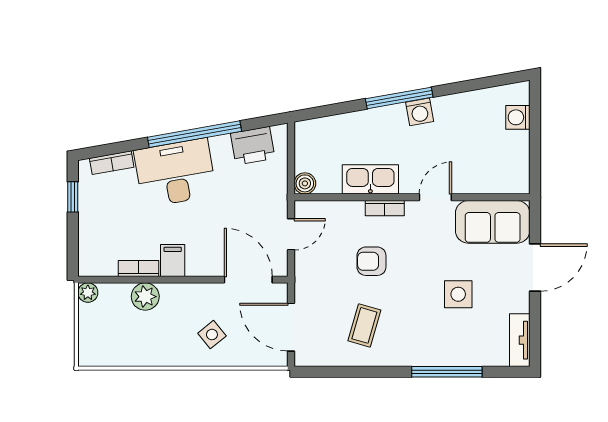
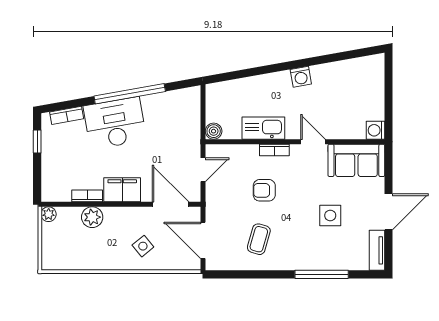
window: (399, 98) -> (285, 66), removed
washing machine: (518, 117) -> (376, 130), moved
printer: (253, 146) -> (174, 103), removed
door: (435, 197) -> (313, 142), hinge flipped
filing cabinet: (173, 261) -> (122, 190), width x2.00
door: (535, 268) -> (389, 212), moved

